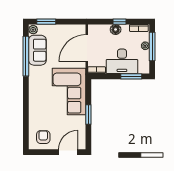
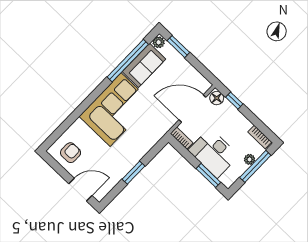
window: (119, 22) -> (234, 101), moved
floor lamp: (116, 29) -> (217, 98), moved
corner sofa: (69, 92) -> (116, 110), moved, turned 180

